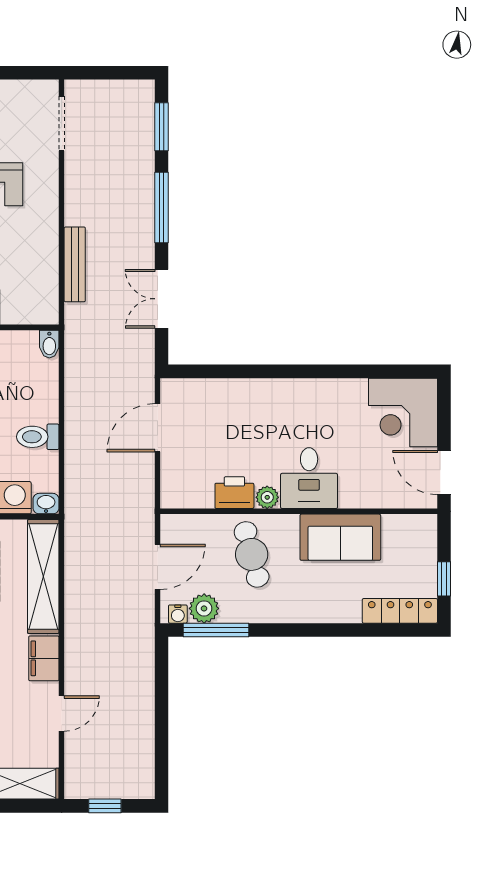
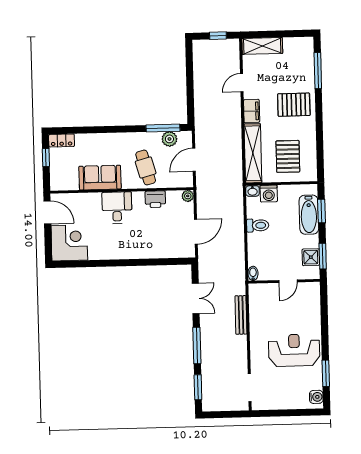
plant: (267, 497) -> (188, 196), moved
locker: (400, 611) -> (62, 141), width x0.66
water cooler: (178, 614) -> (183, 136), removed

